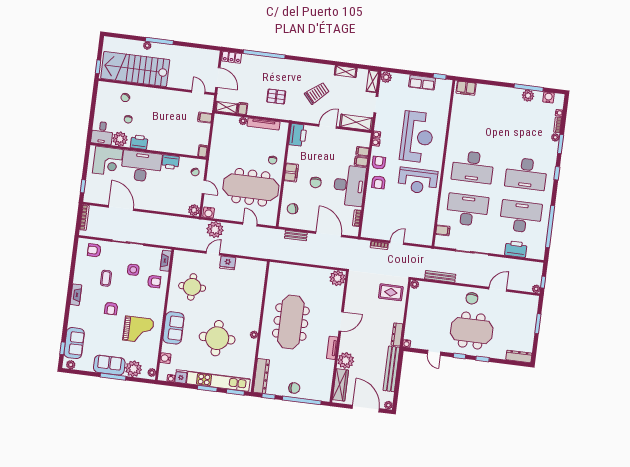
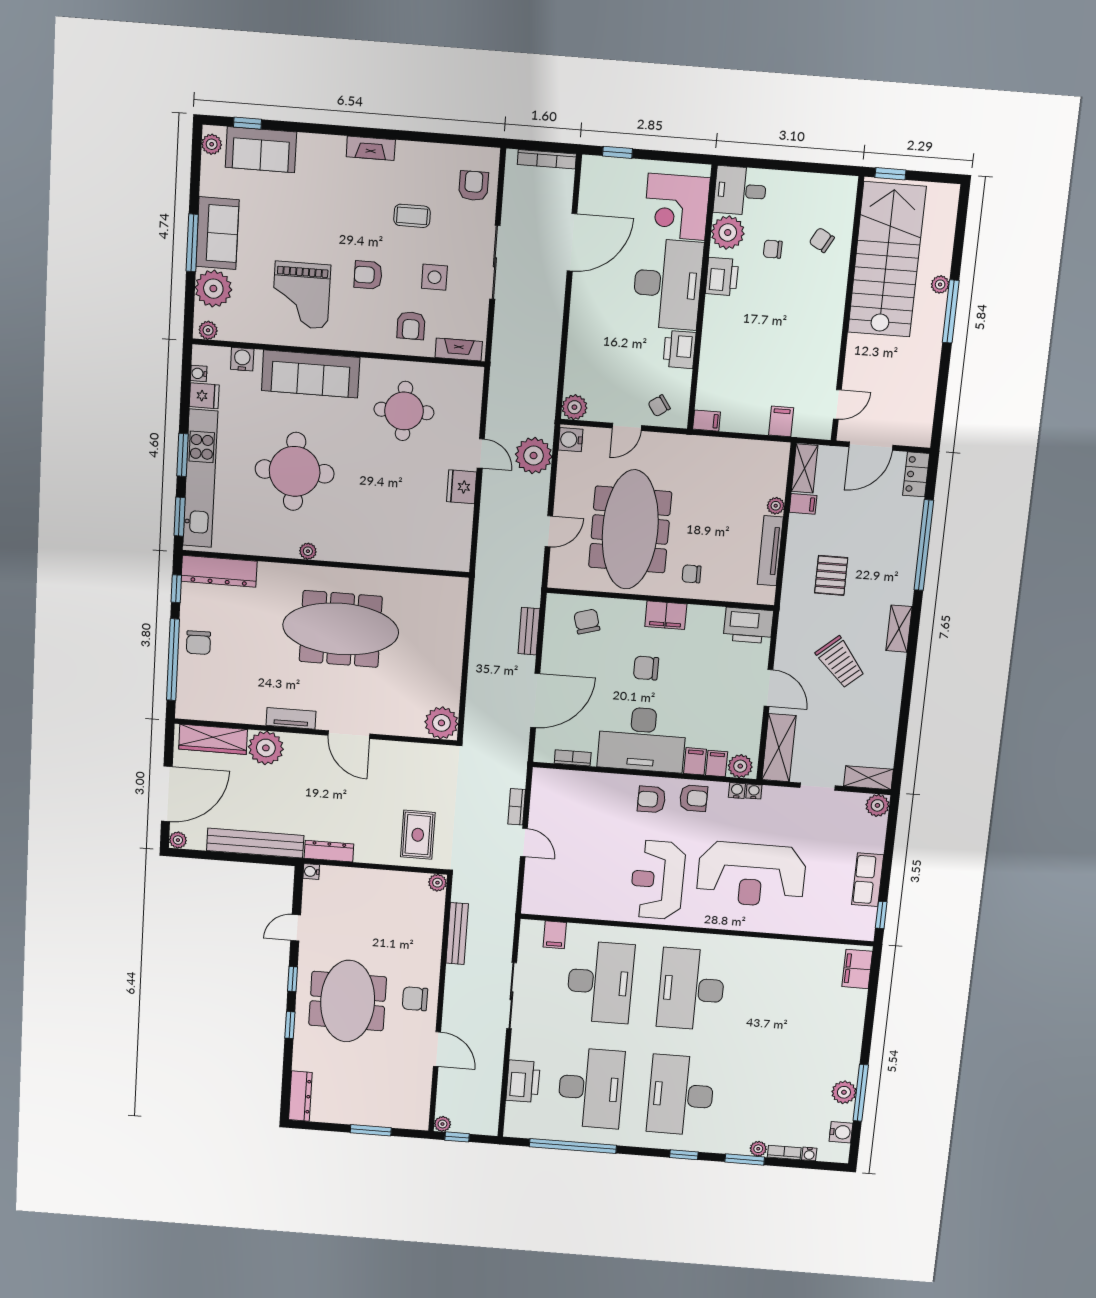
shelving: (346, 72) -> (899, 629), moved
plant: (364, 141) -> (740, 766), added
armchair: (111, 308) -> (368, 275), moved
sofa: (173, 328) -> (311, 374), width x1.36

